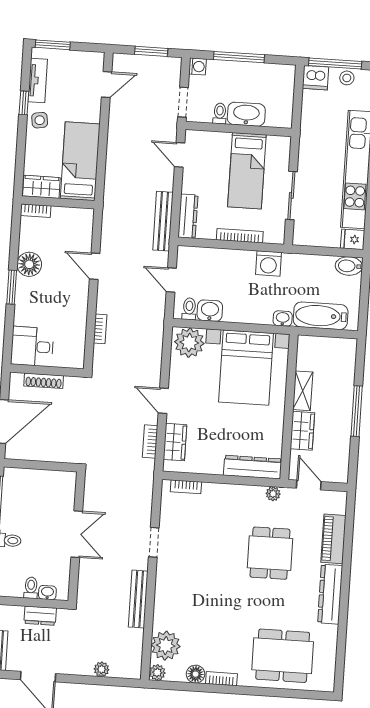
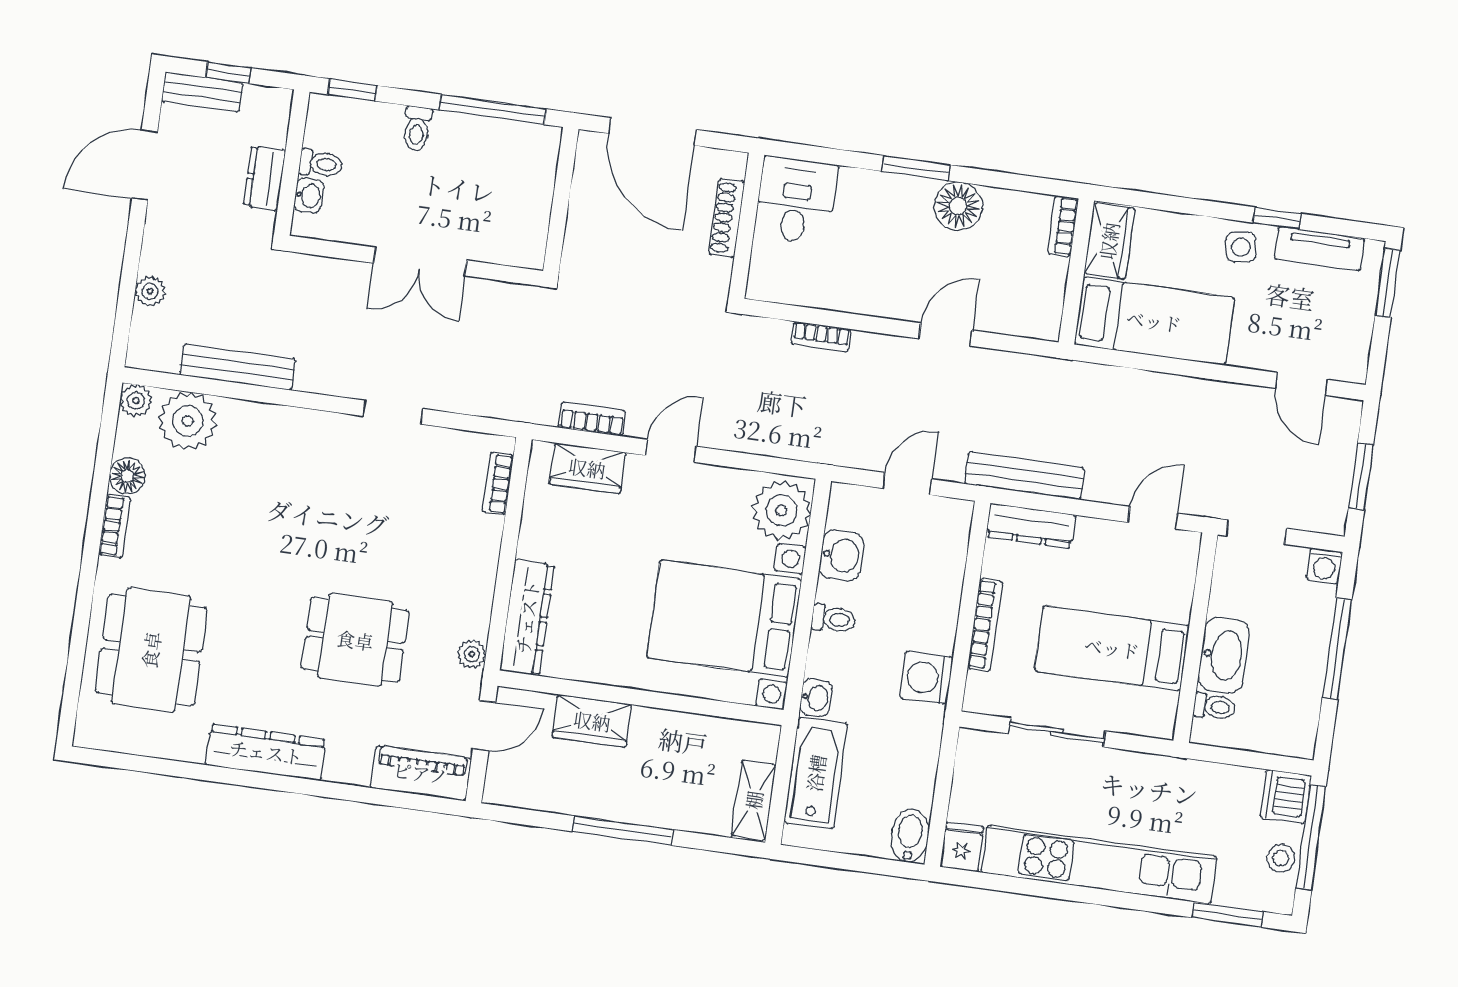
toilet: (220, 113) -> (1214, 707), moved
toilet: (189, 309) -> (834, 619), moved
shelving: (303, 391) -> (754, 800), moved, turned 90
piano: (333, 539) -> (421, 773), moved
bench: (138, 599) -> (238, 367), moved

